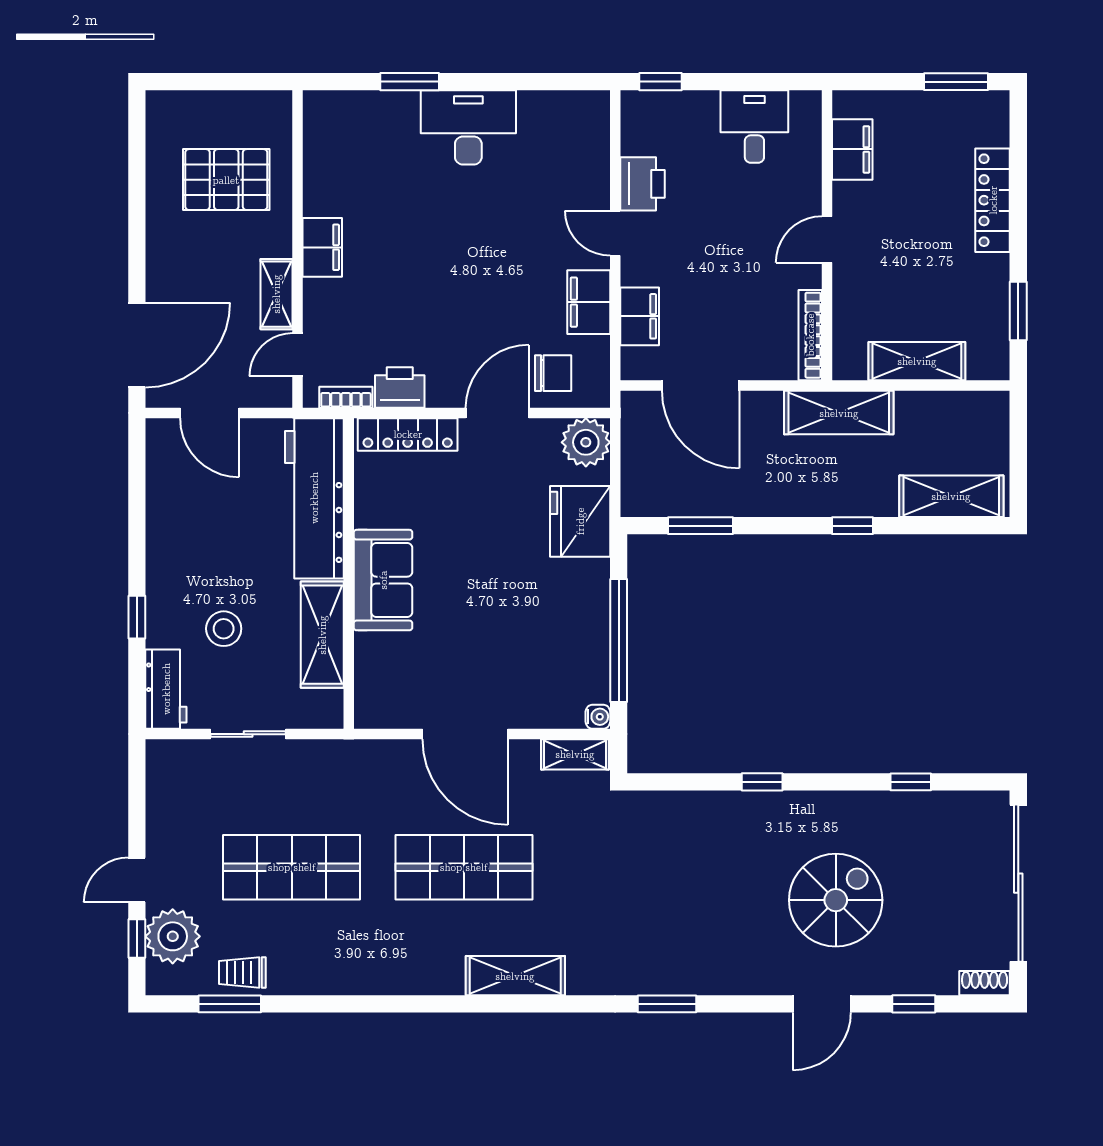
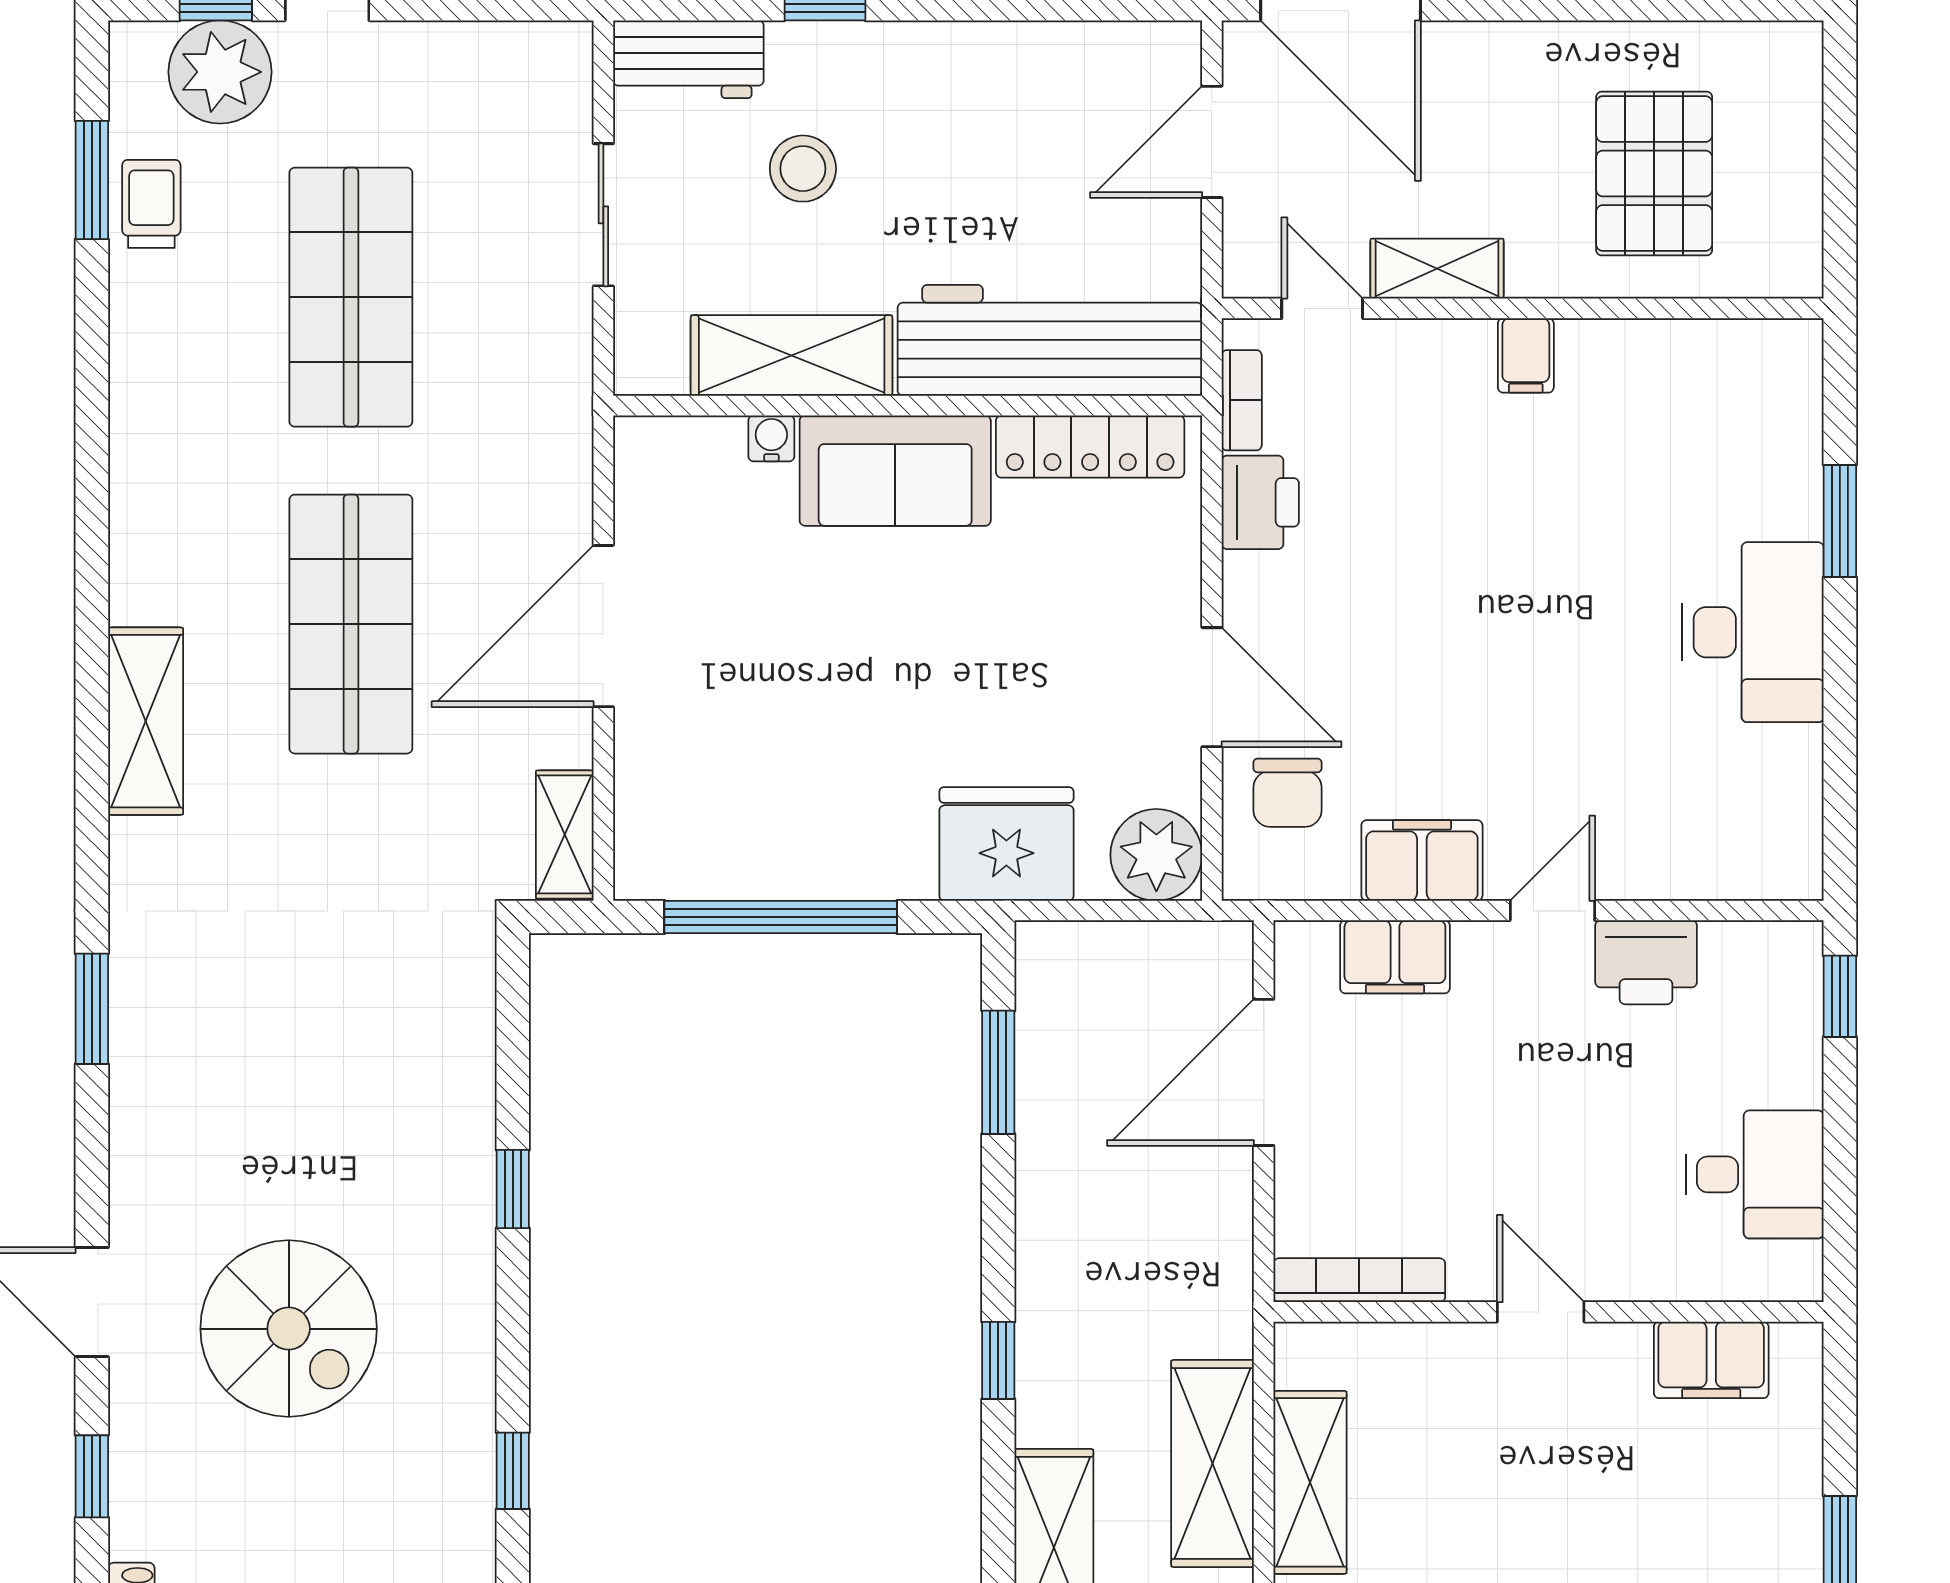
filing cabinet: (322, 247) -> (1526, 355), width x0.50
shelving: (839, 413) -> (1213, 1464), moved
locker: (408, 434) -> (1090, 446), moved, turned -90
water cooler: (598, 717) -> (771, 438), moved, turned 180

